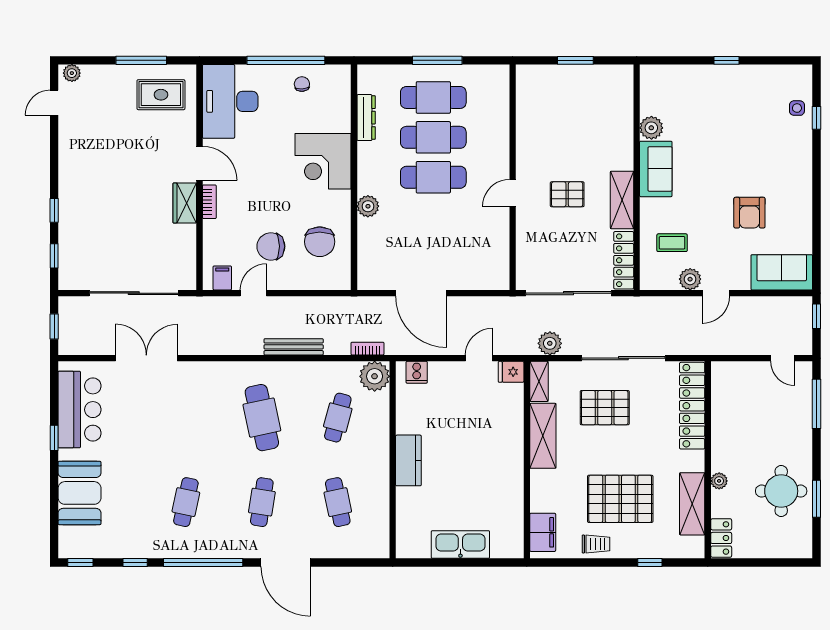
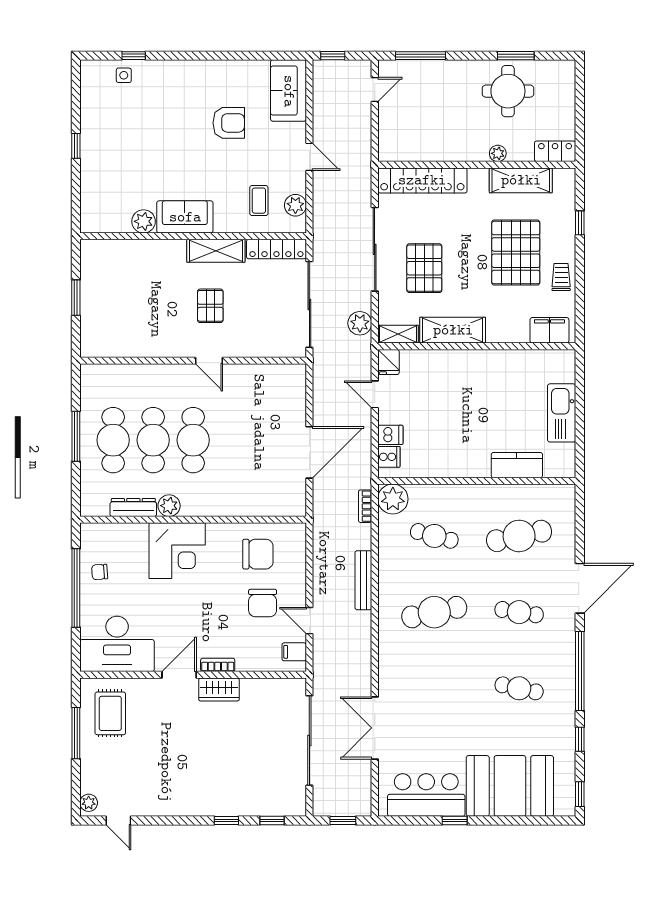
plant: (368, 206) -> (169, 506), moved
plant: (690, 279) -> (295, 205), moved
dishwasher: (439, 374) -> (390, 435), added
kitchen counter: (408, 460) -> (517, 465), moved
booth: (80, 493) -> (510, 786), width x1.36, depth x1.42
cafe table: (338, 502) -> (519, 536), width x1.37, depth x1.35

